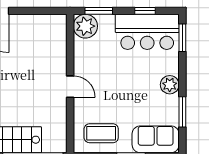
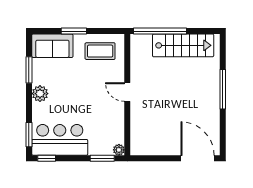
window: (145, 11) -> (47, 158), moved
plant: (85, 26) -> (119, 150), width x0.53, depth x0.53

